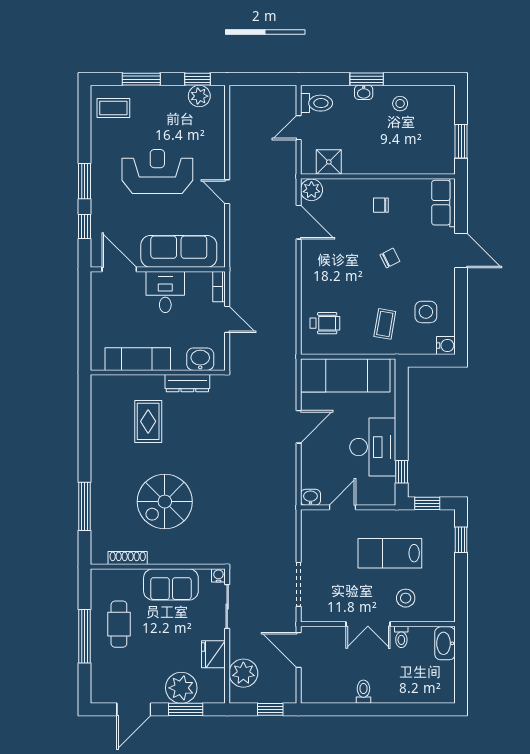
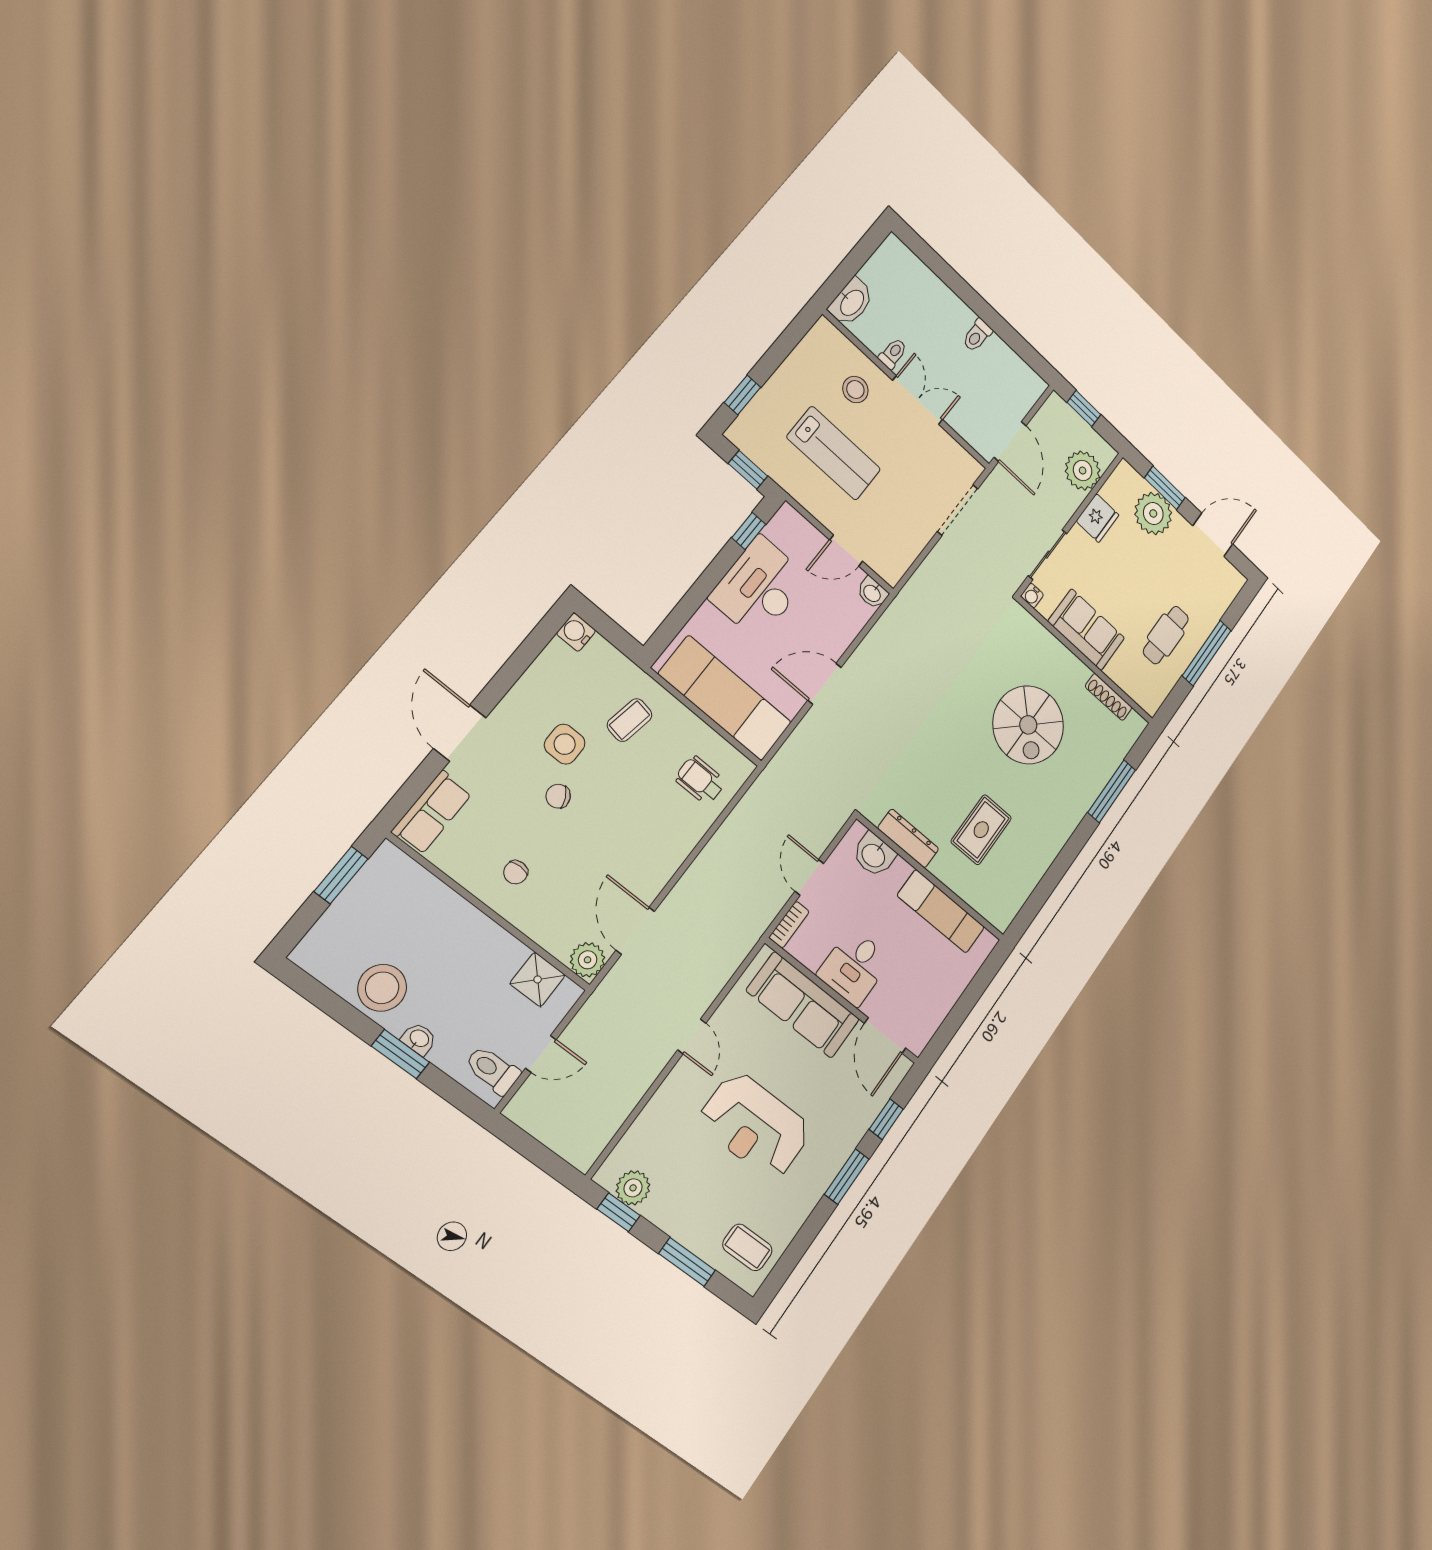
stool: (400, 104) -> (382, 988), width x1.89, depth x1.89
chair: (381, 205) -> (516, 872), turned 90
side table: (426, 312) -> (565, 744), moved
spiral stairs: (165, 502) -> (1028, 725), turned 90

